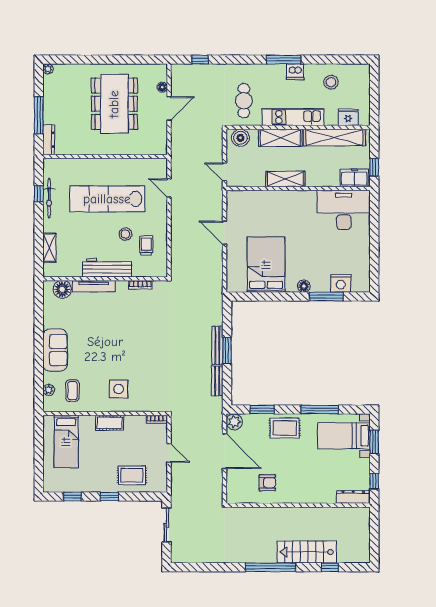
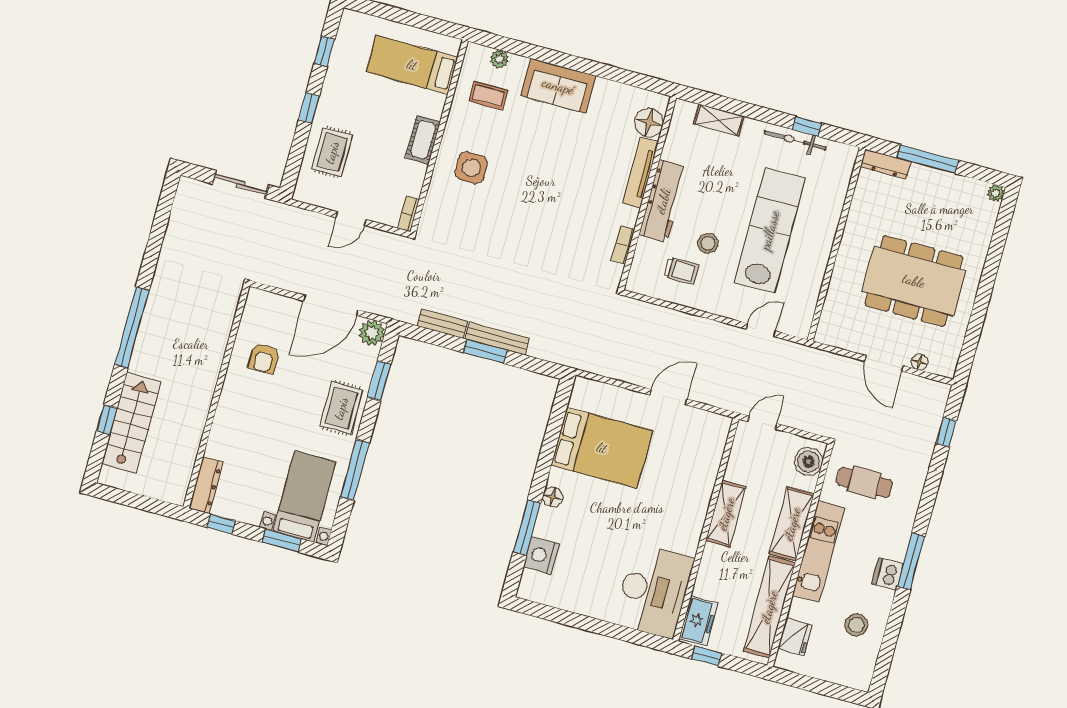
stairs: (307, 552) -> (131, 423), moved

